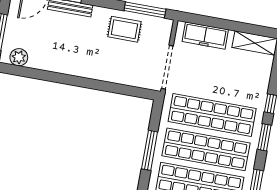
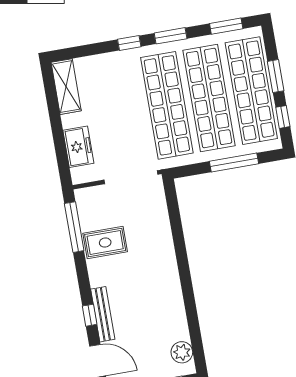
rug: (124, 29) -> (105, 243), turned 90
freezer: (205, 36) -> (78, 147), width x0.71

